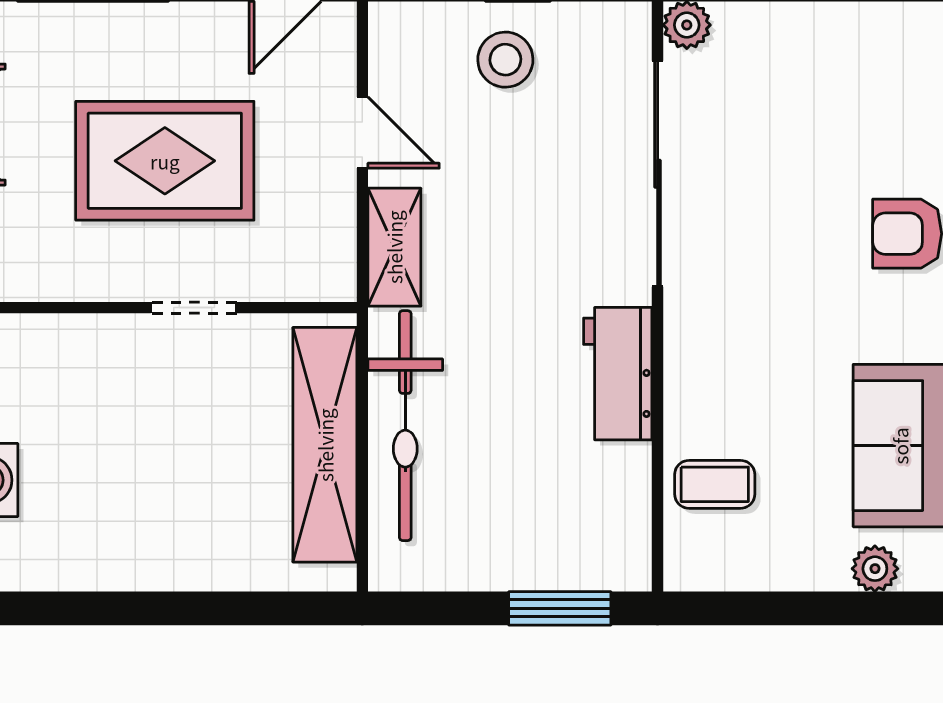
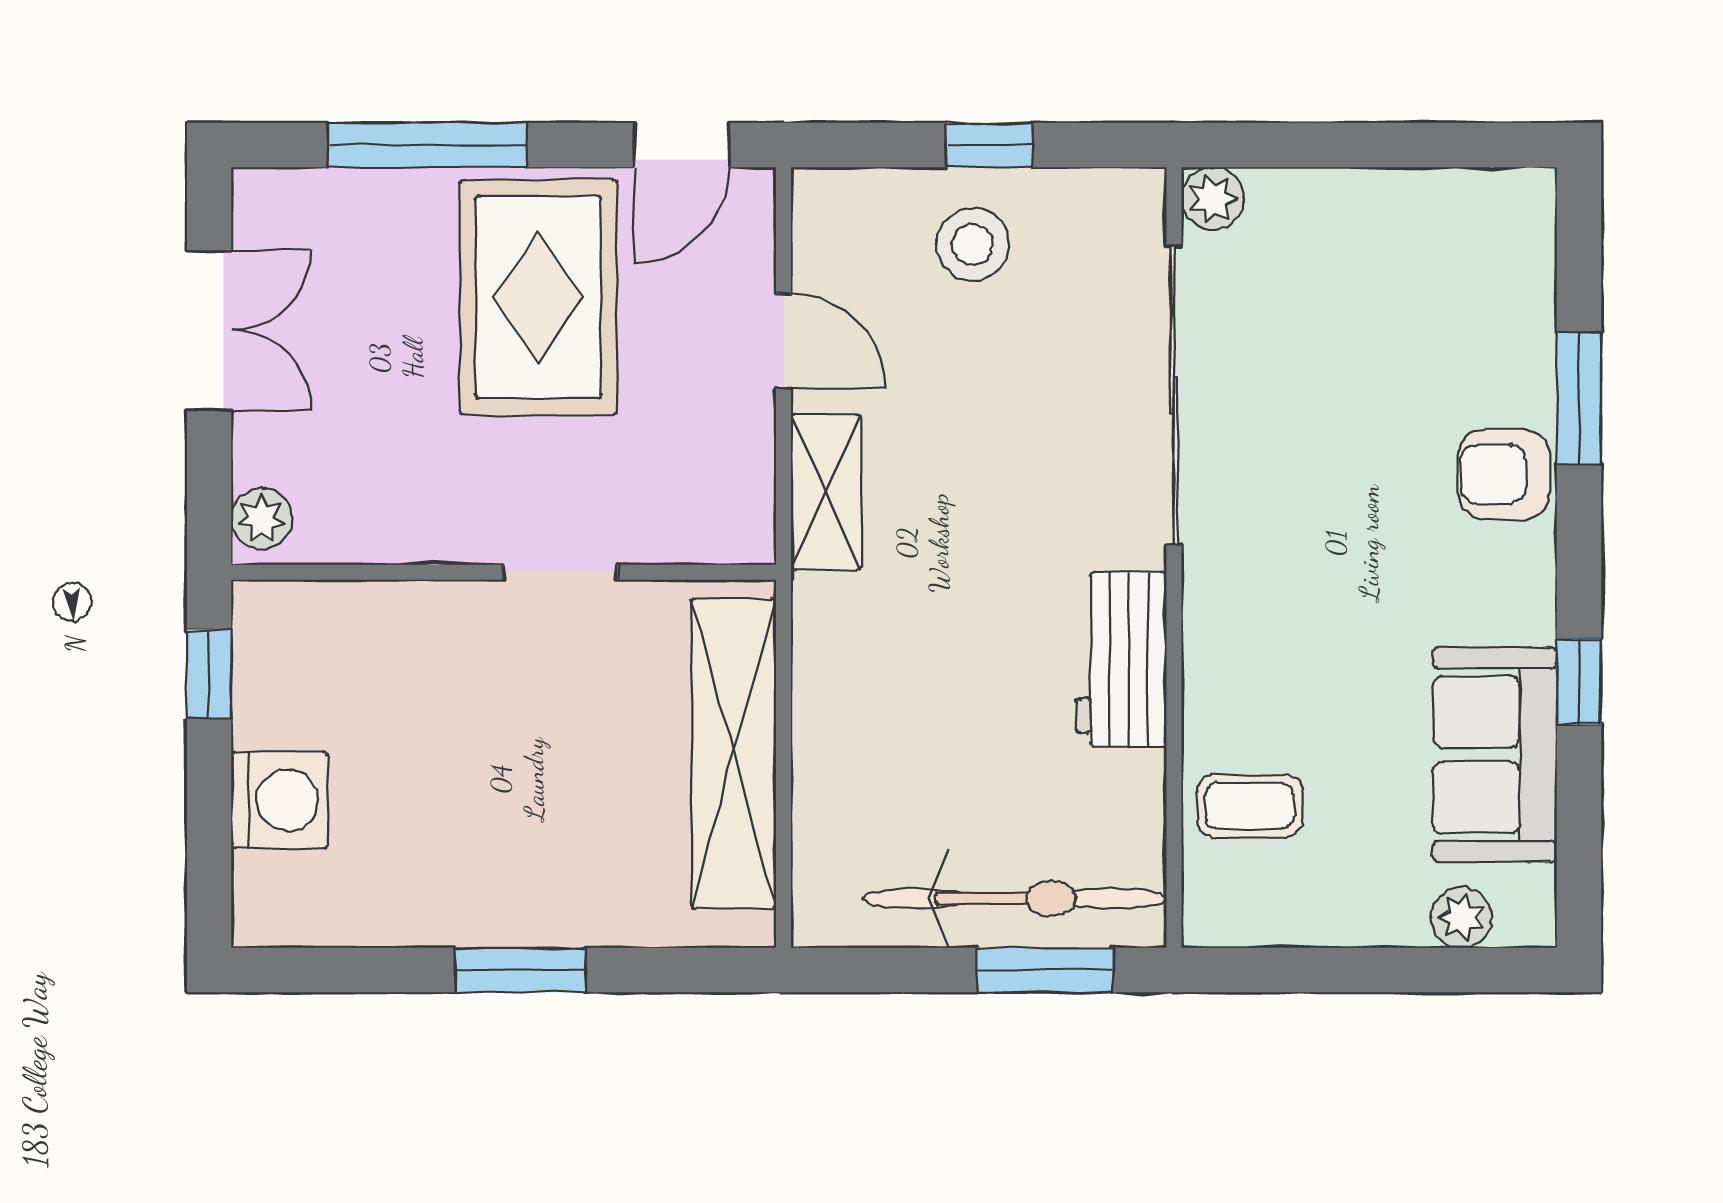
rug: (165, 161) -> (538, 297), moved, turned 90
bicycle: (405, 426) -> (1015, 898), moved, turned -90
window: (163, 608) -> (520, 970), added

